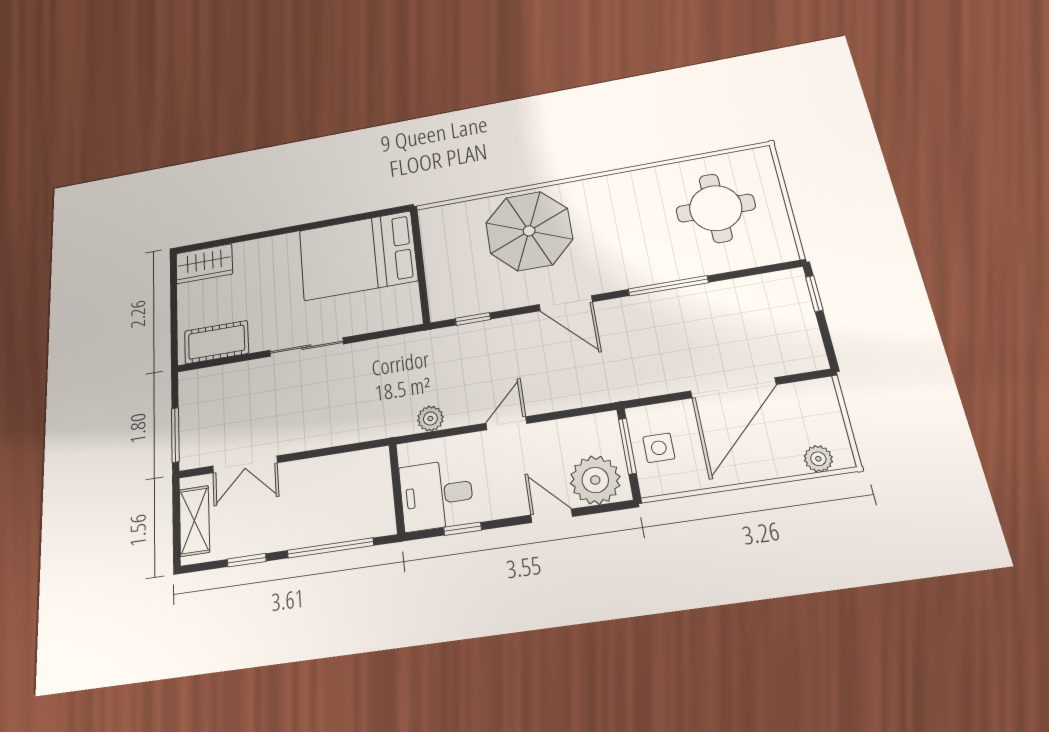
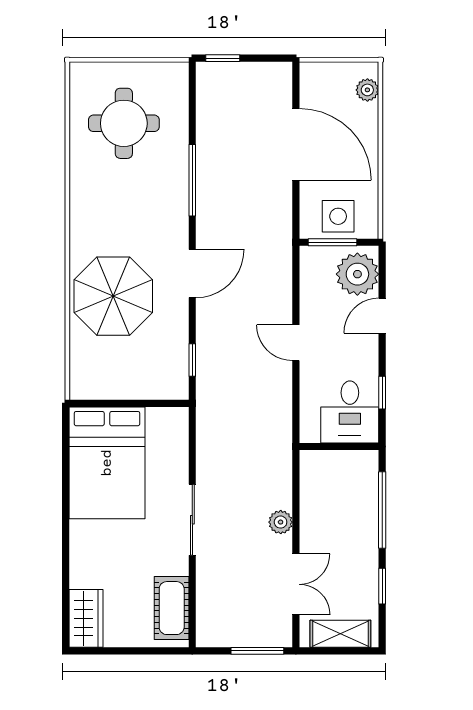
plant: (430, 419) -> (281, 522), moved
side table: (659, 448) -> (338, 216), width x1.37, depth x1.37

